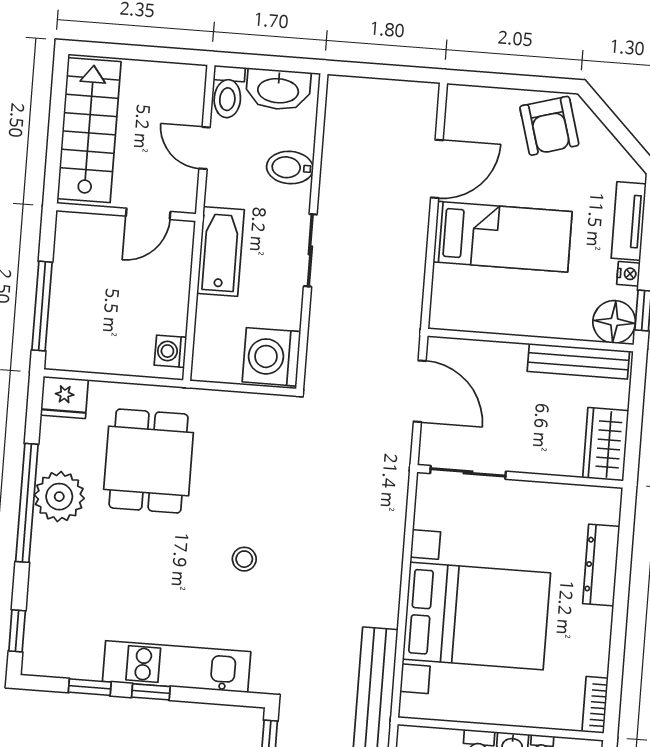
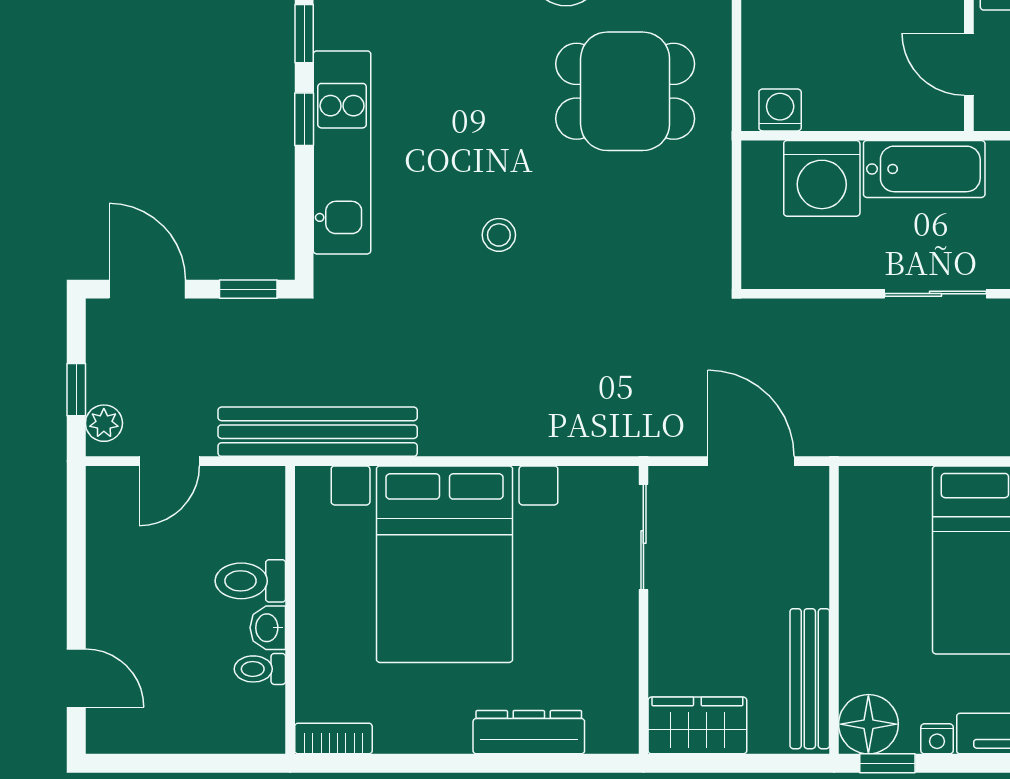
washing machine: (271, 357) -> (822, 178), moved, turned 180
door: (420, 391) -> (751, 461), swing flipped

